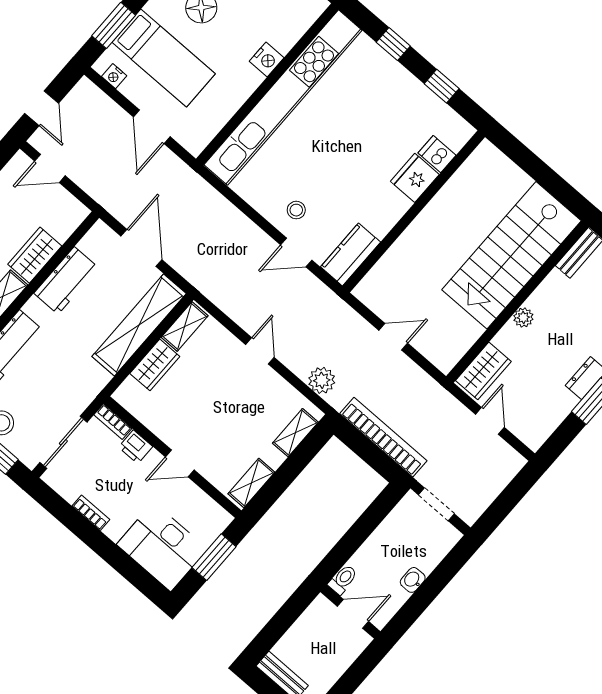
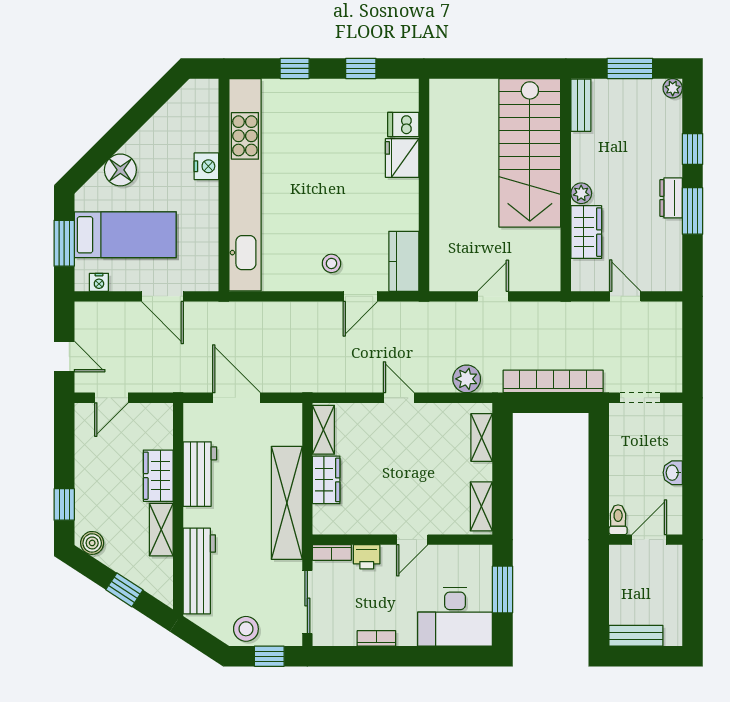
shelving: (139, 325) -> (287, 503), moved
wardrobe: (483, 371) -> (586, 232), moved

